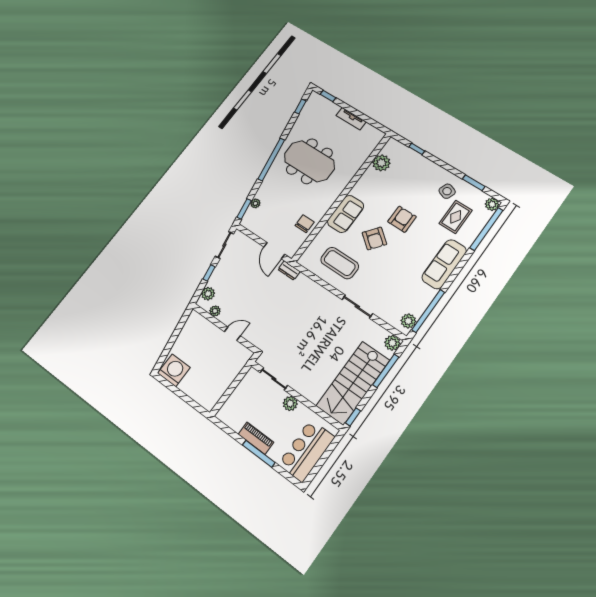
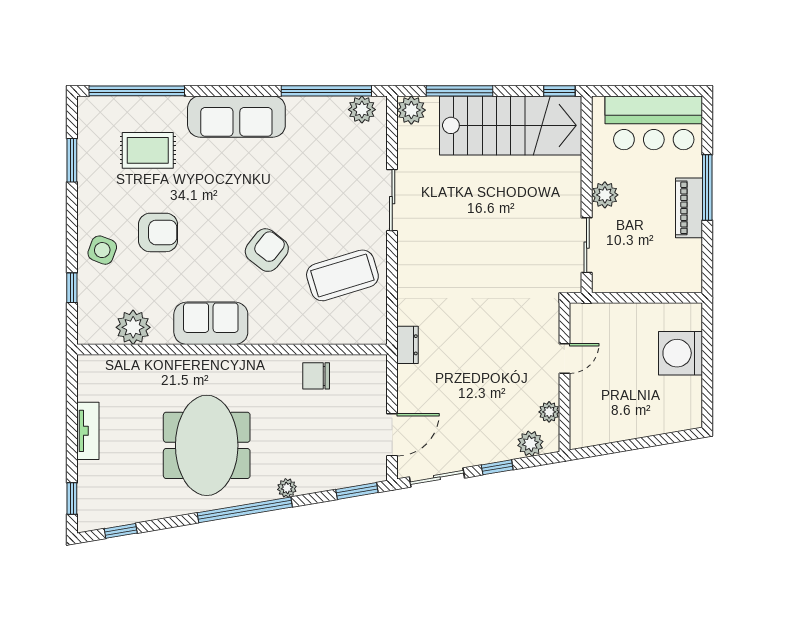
side table: (447, 191) -> (102, 250), moved
plant: (255, 203) -> (287, 488), moved
plant: (492, 204) -> (90, 109), removed
sofa: (346, 214) -> (211, 323), moved
armchair: (402, 219) -> (158, 232), moved, turned 180
door: (274, 251) -> (392, 435), moved
coffee table: (340, 263) -> (342, 275), turned 73
door: (232, 334) -> (564, 358), swing flipped
washing machine: (174, 370) -> (681, 353), moved

